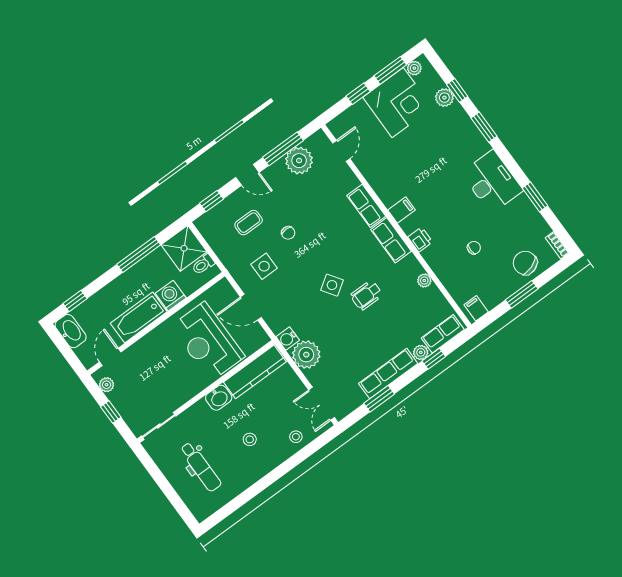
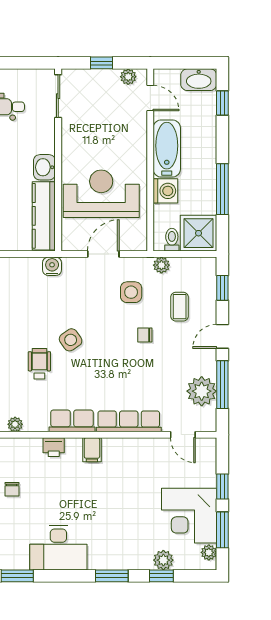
row of seats: (366, 206) -> (129, 421), width x1.48
plant: (306, 355) -> (161, 265), moved, width x0.53, depth x0.53

